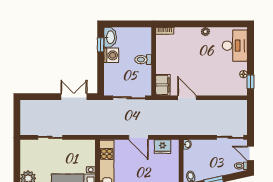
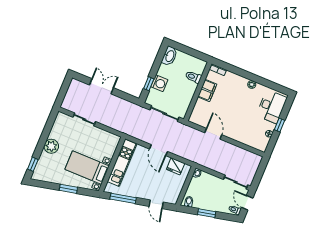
window: (101, 45) -> (149, 84), moved
washing machine: (111, 55) -> (159, 83), moved
toilet: (143, 60) -> (193, 77), moved
window: (251, 82) -> (279, 125), moved
filing cabinet: (163, 85) -> (207, 90), moved
double door: (74, 97) -> (101, 86), moved

